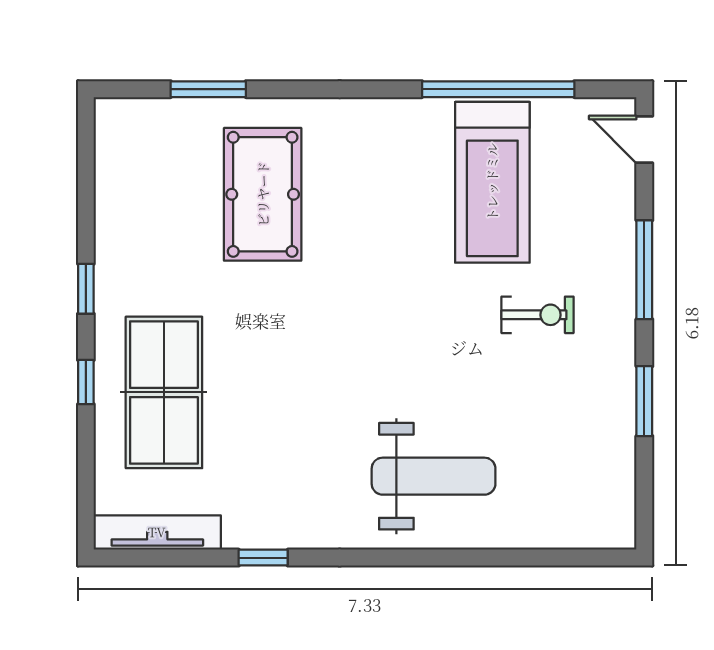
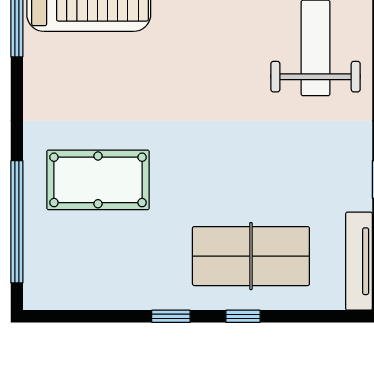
window: (208, 89) -> (17, 222), width x2.11

